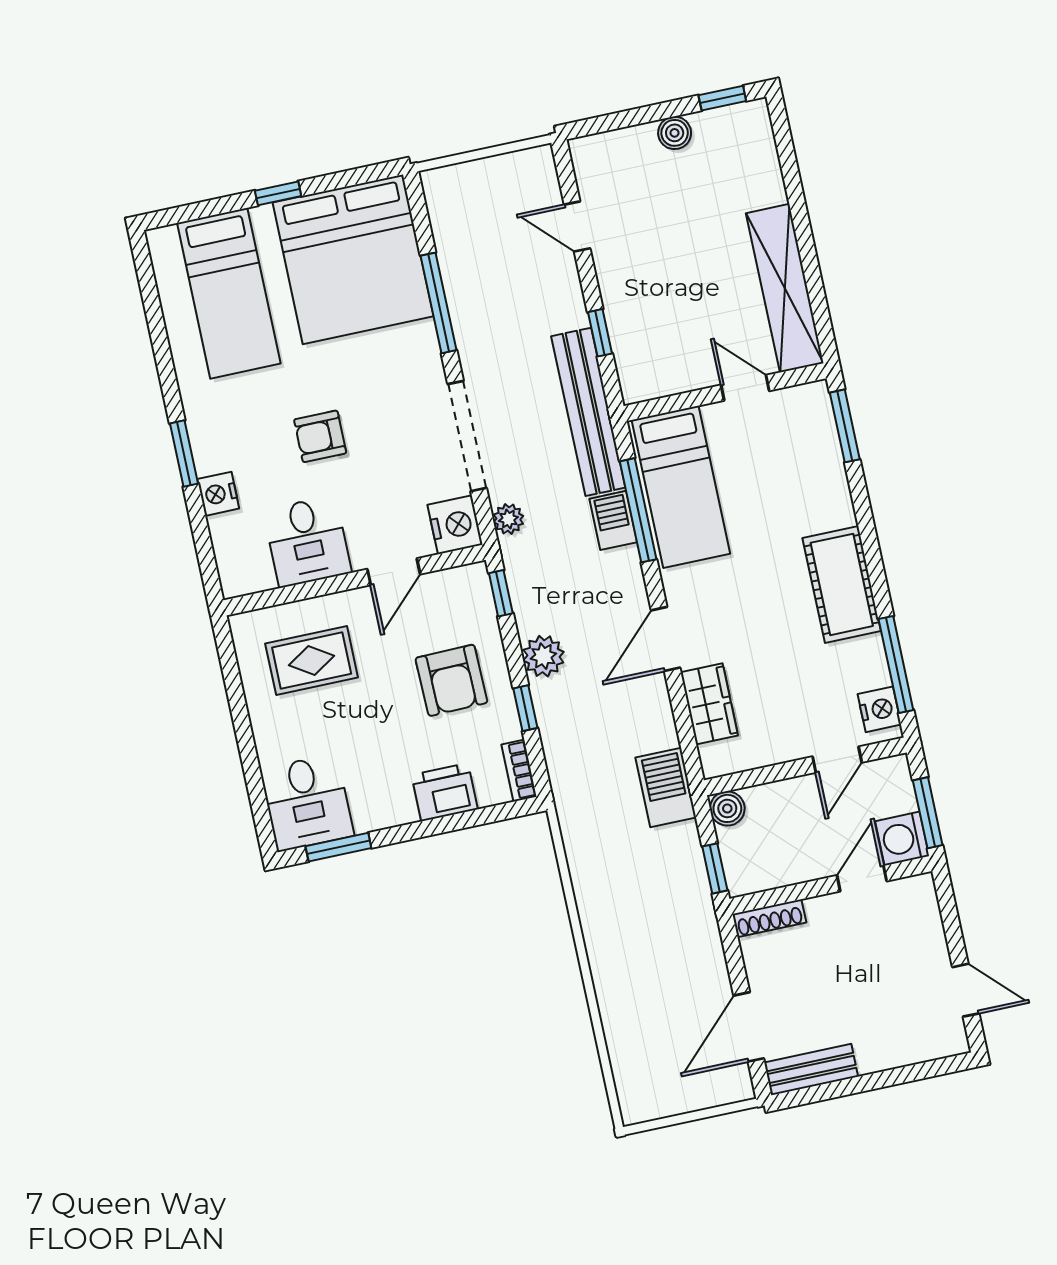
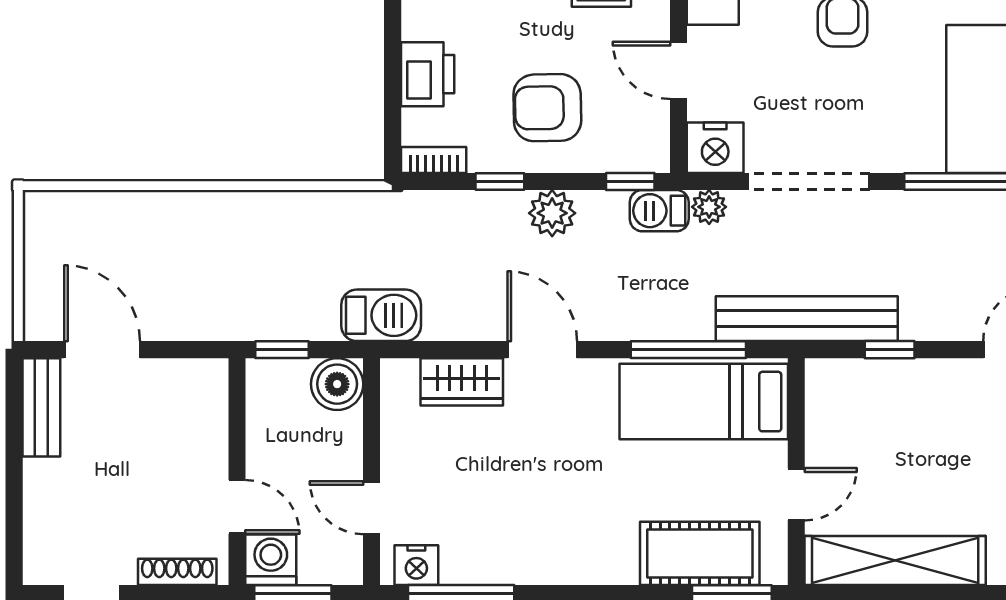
barbecue: (613, 520) -> (659, 211), moved, turned 180
cot: (842, 584) -> (700, 553), moved
boiler: (727, 808) -> (337, 384), width x1.36, depth x1.36
shoe rack: (769, 918) -> (177, 572), moved, turned 90

